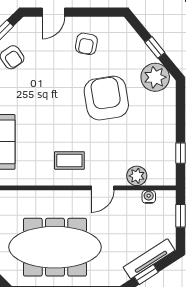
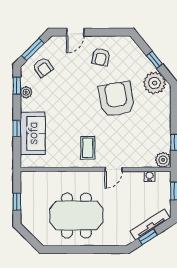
coffee table: (69, 160) -> (88, 148), turned 90
plant: (137, 176) -> (163, 160), moved
meeting table: (55, 247) -> (76, 216), width x0.73

